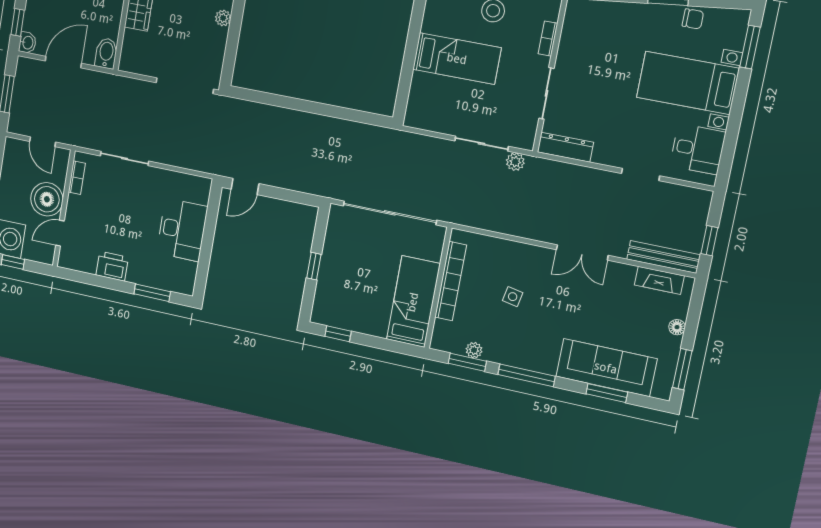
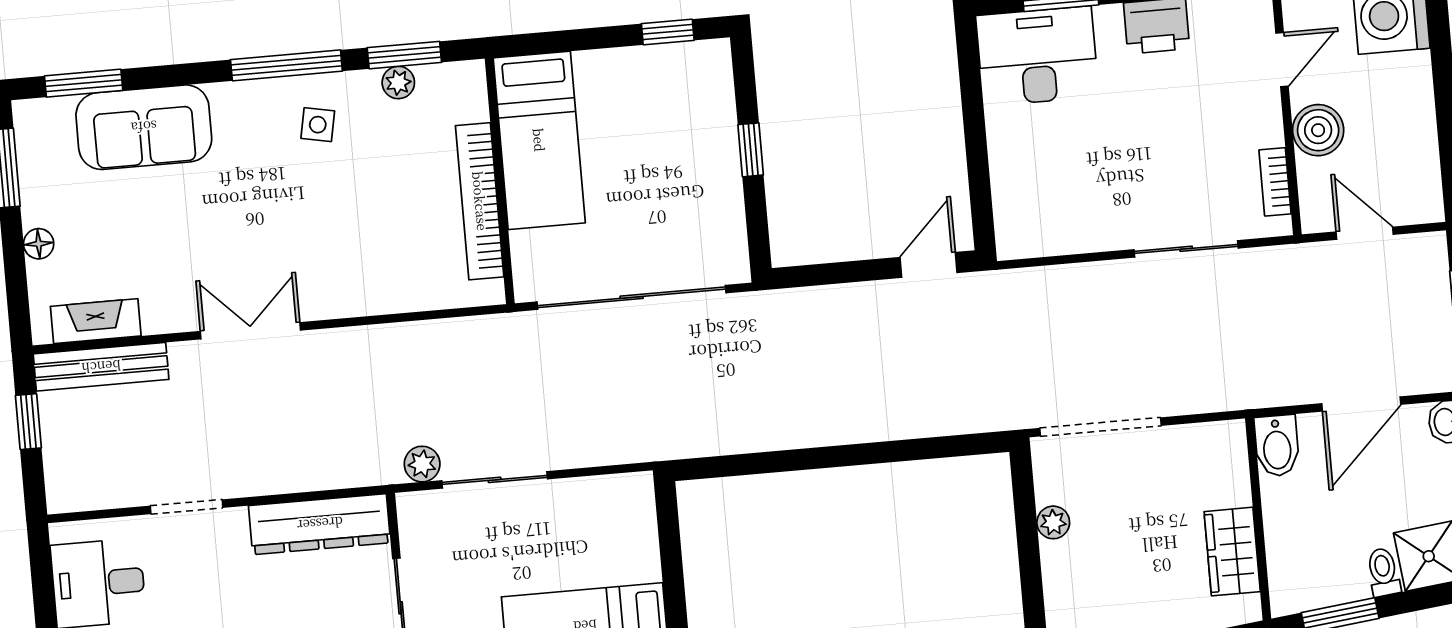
plant: (223, 18) -> (1053, 522), moved
dresser: (565, 147) -> (320, 524), width x1.37, depth x1.24
boiler: (47, 199) -> (1318, 130), width x0.73, depth x0.73
desk: (182, 230) -> (1037, 56), moved, turned 90
side table: (513, 297) -> (318, 125), moved
sofa: (606, 368) -> (144, 127), width x0.73
window: (607, 393) -> (84, 83), moved

